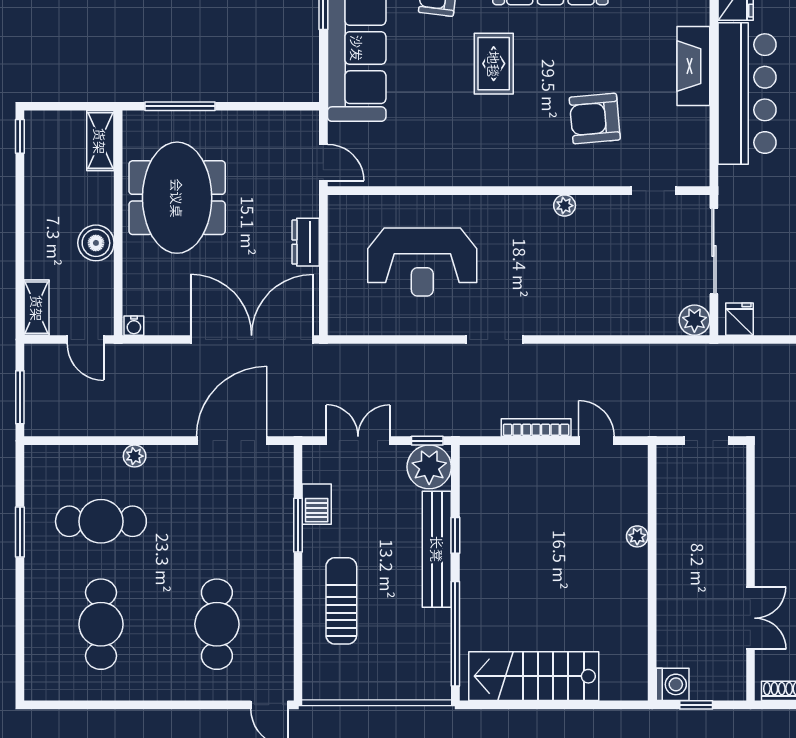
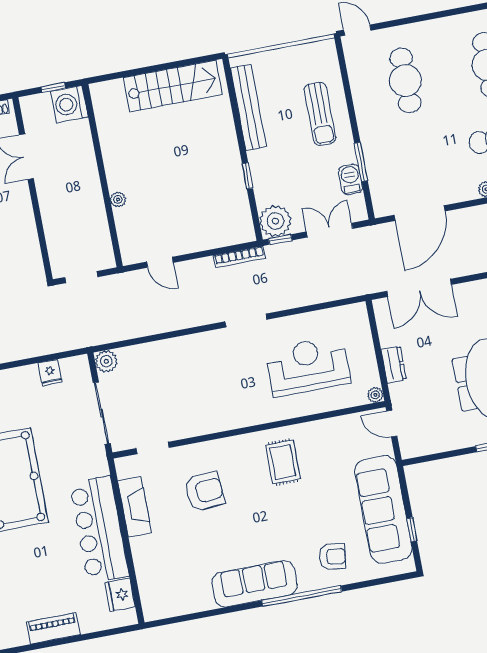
rug: (494, 64) -> (283, 462), moved
fireplace: (693, 66) -> (135, 507), moved
plant: (565, 206) -> (375, 395), moved
fridge: (739, 319) -> (50, 373), moved
double door: (252, 340) -> (419, 288), width x0.73
bookcase: (536, 428) -> (239, 257), moved
double door: (358, 441) -> (330, 230), swing flipped
bench: (437, 549) -> (248, 107), moved
window: (455, 634) -> (234, 106), removed
washing machine: (673, 684) -> (69, 104), width x1.37, depth x1.37

